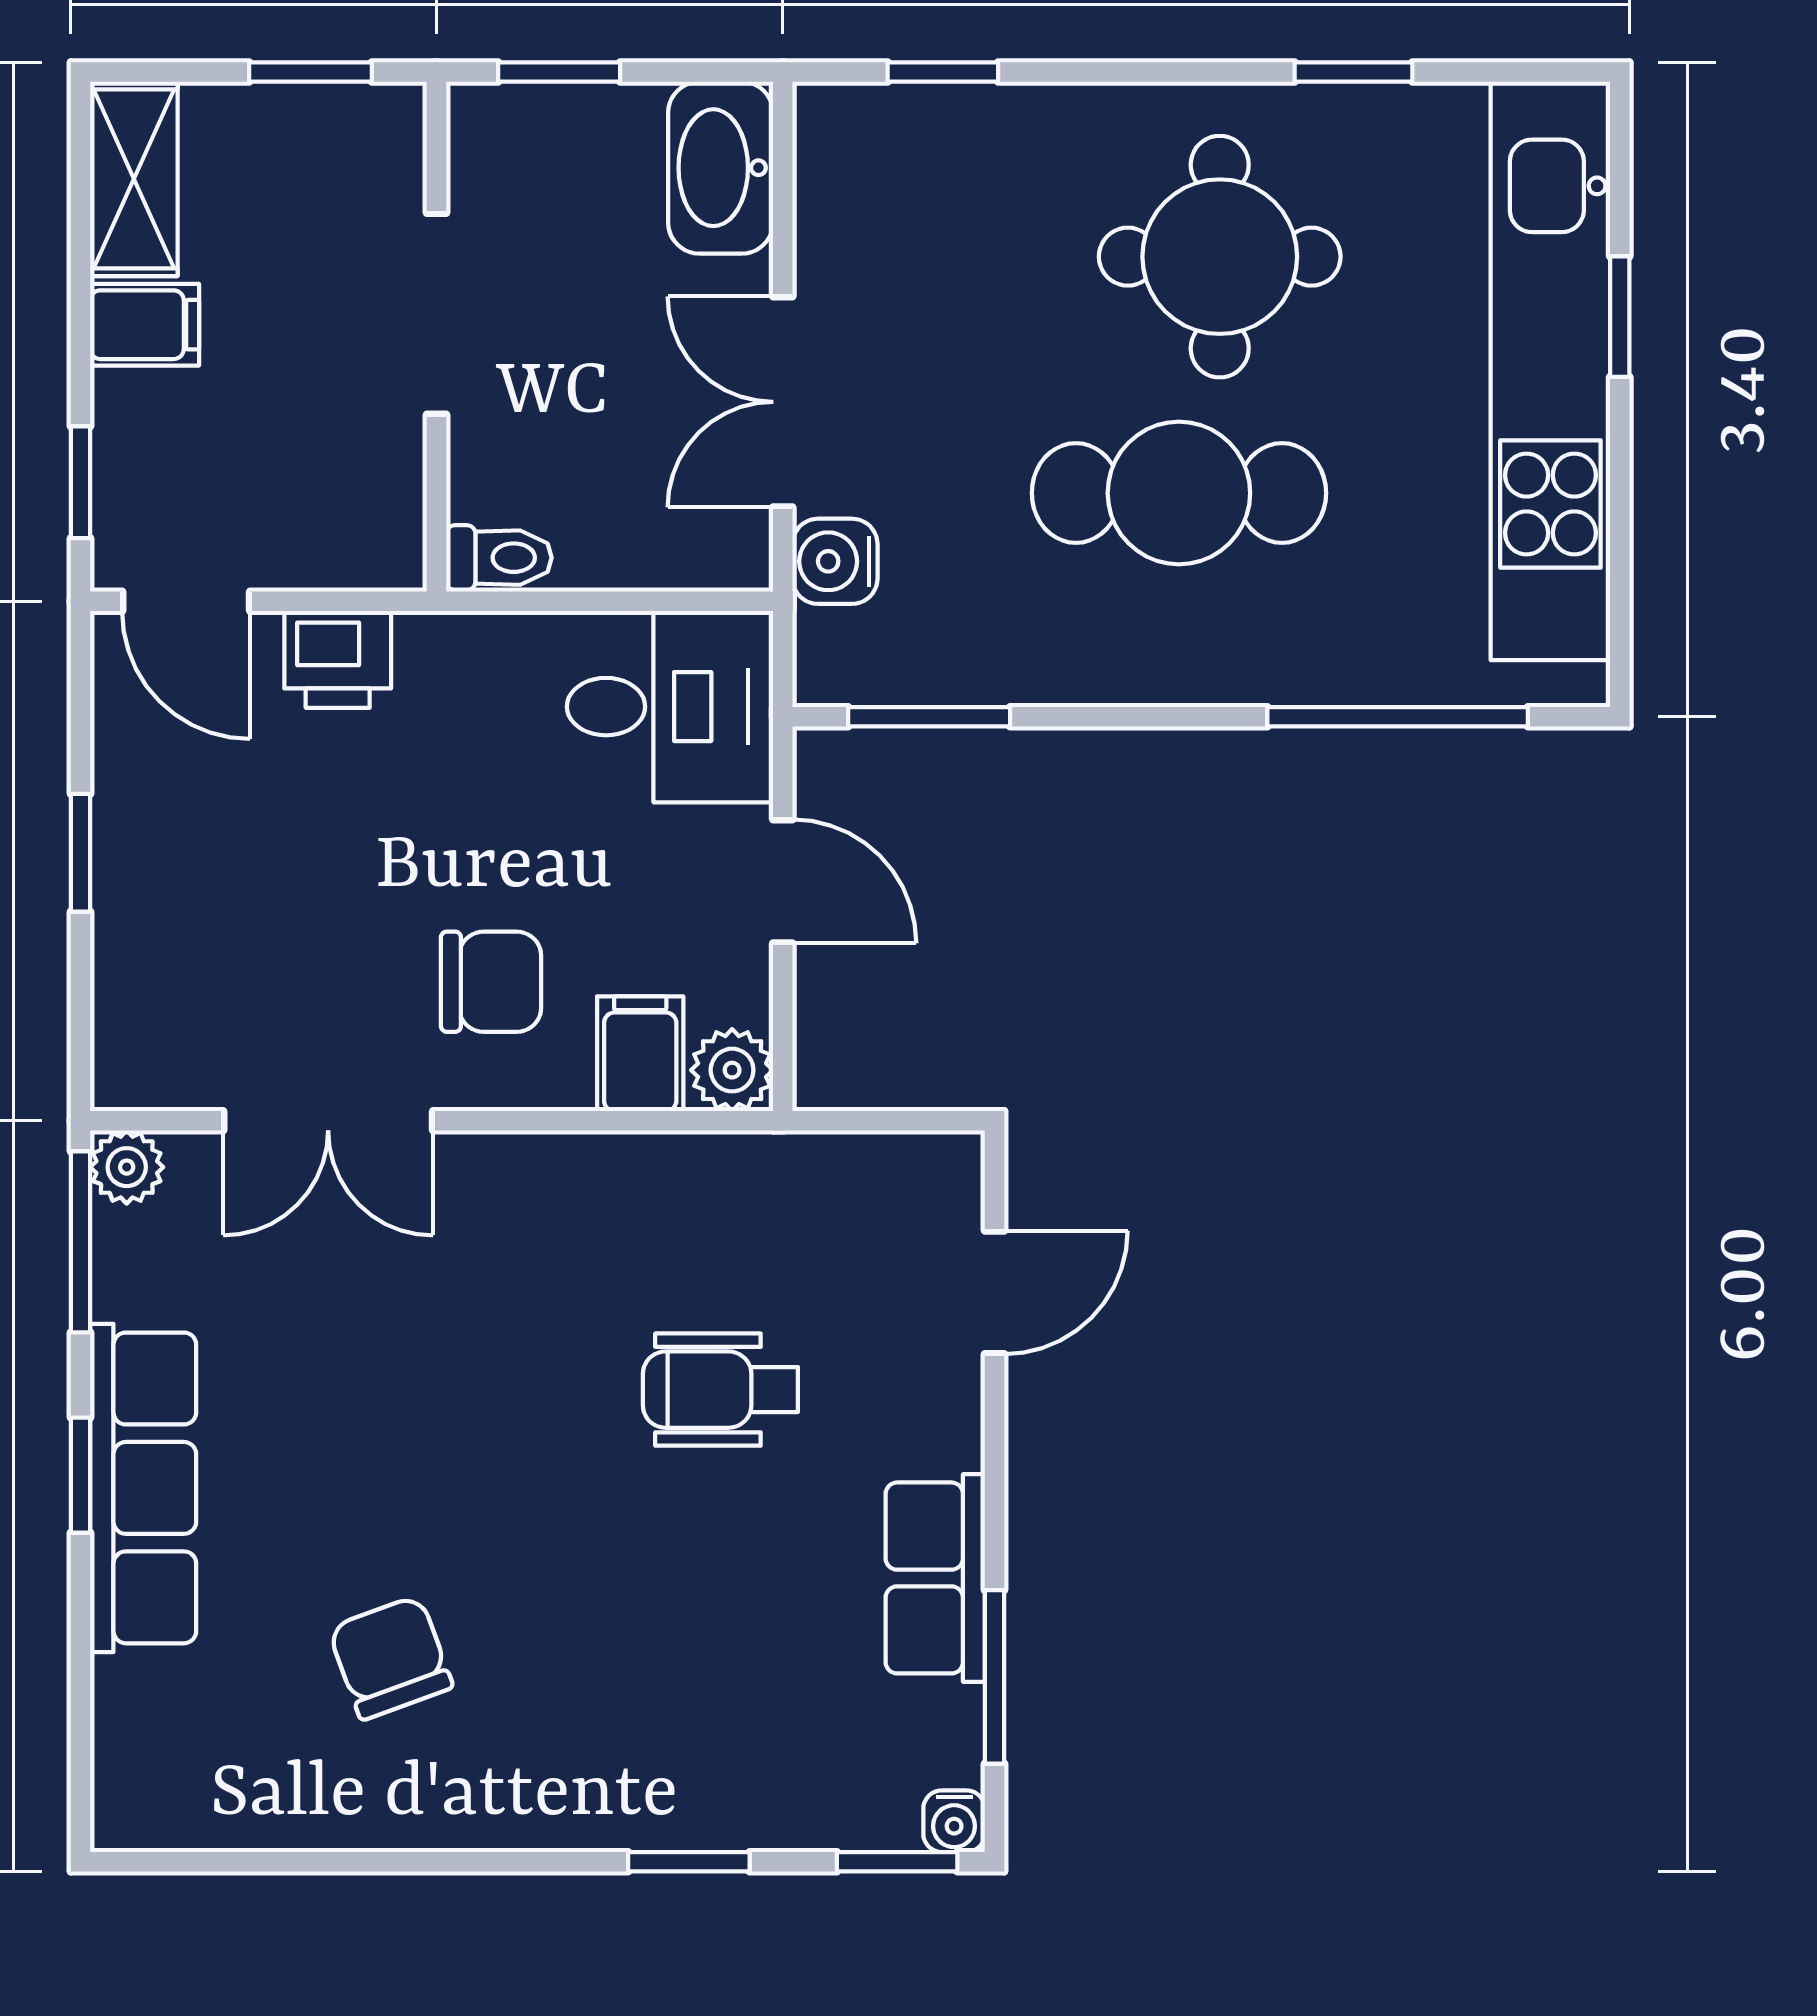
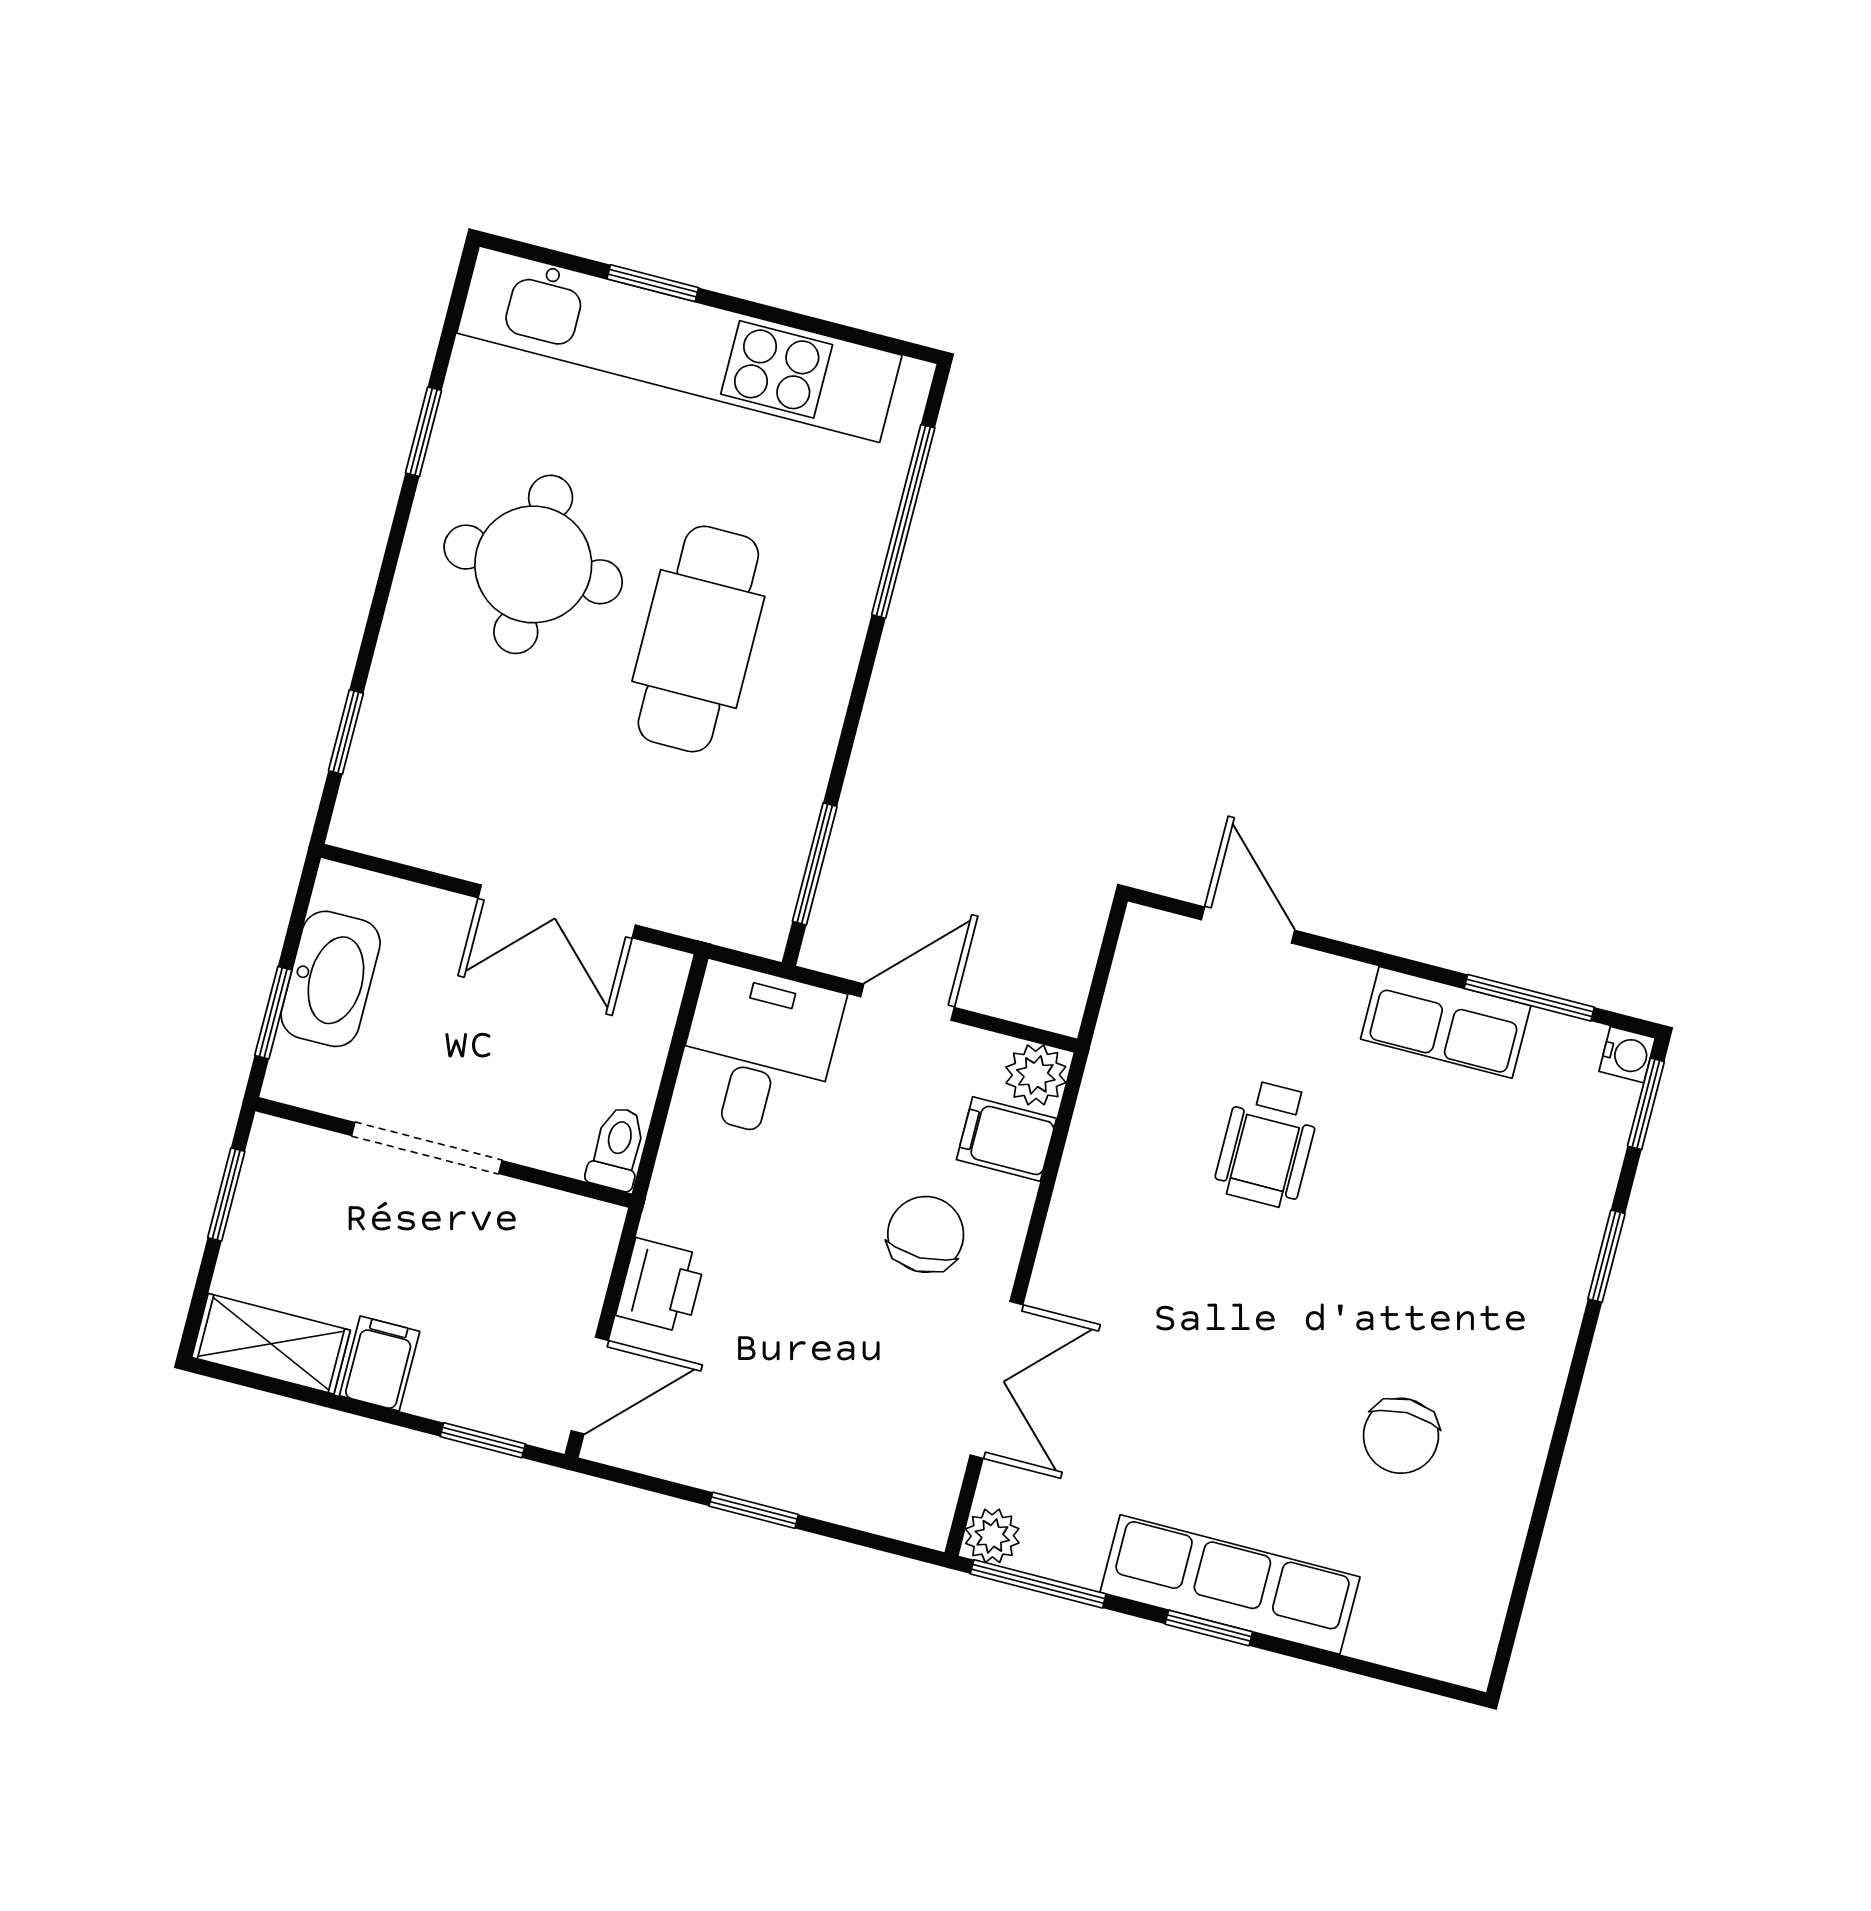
washbasin: (721, 168) -> (331, 979), moved, turned -90
water cooler: (835, 561) -> (683, 903), removed
chair: (390, 1658) -> (1401, 1436), turned -70

